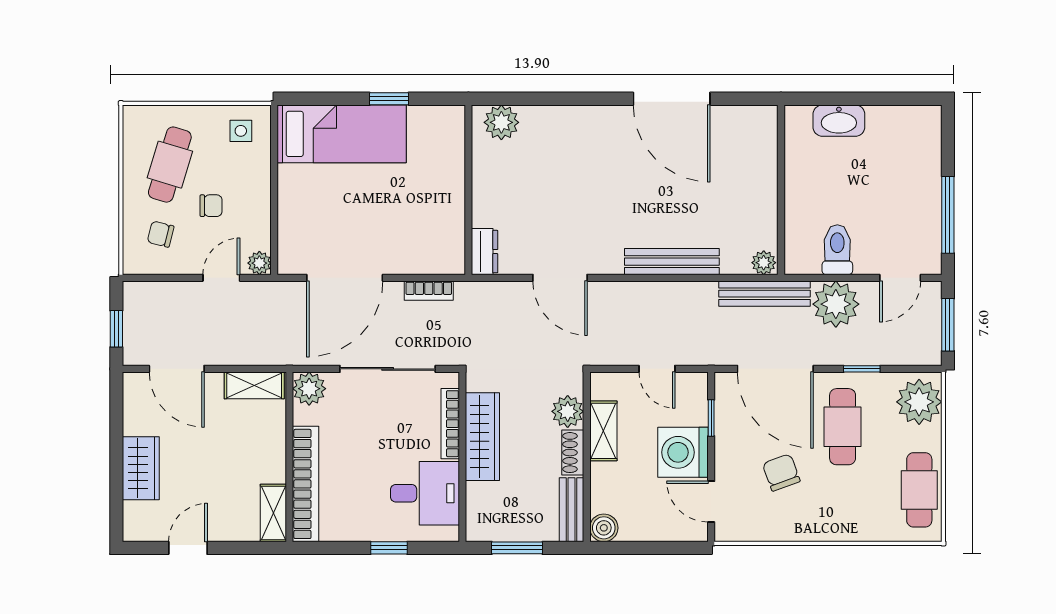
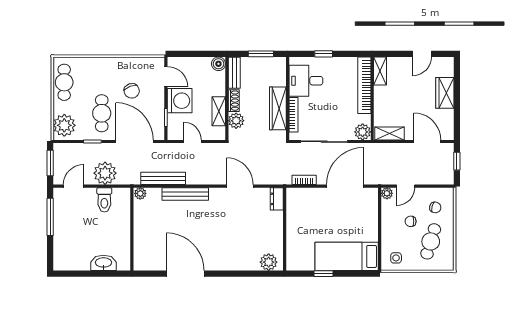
bench: (764, 294) -> (163, 178), moved

